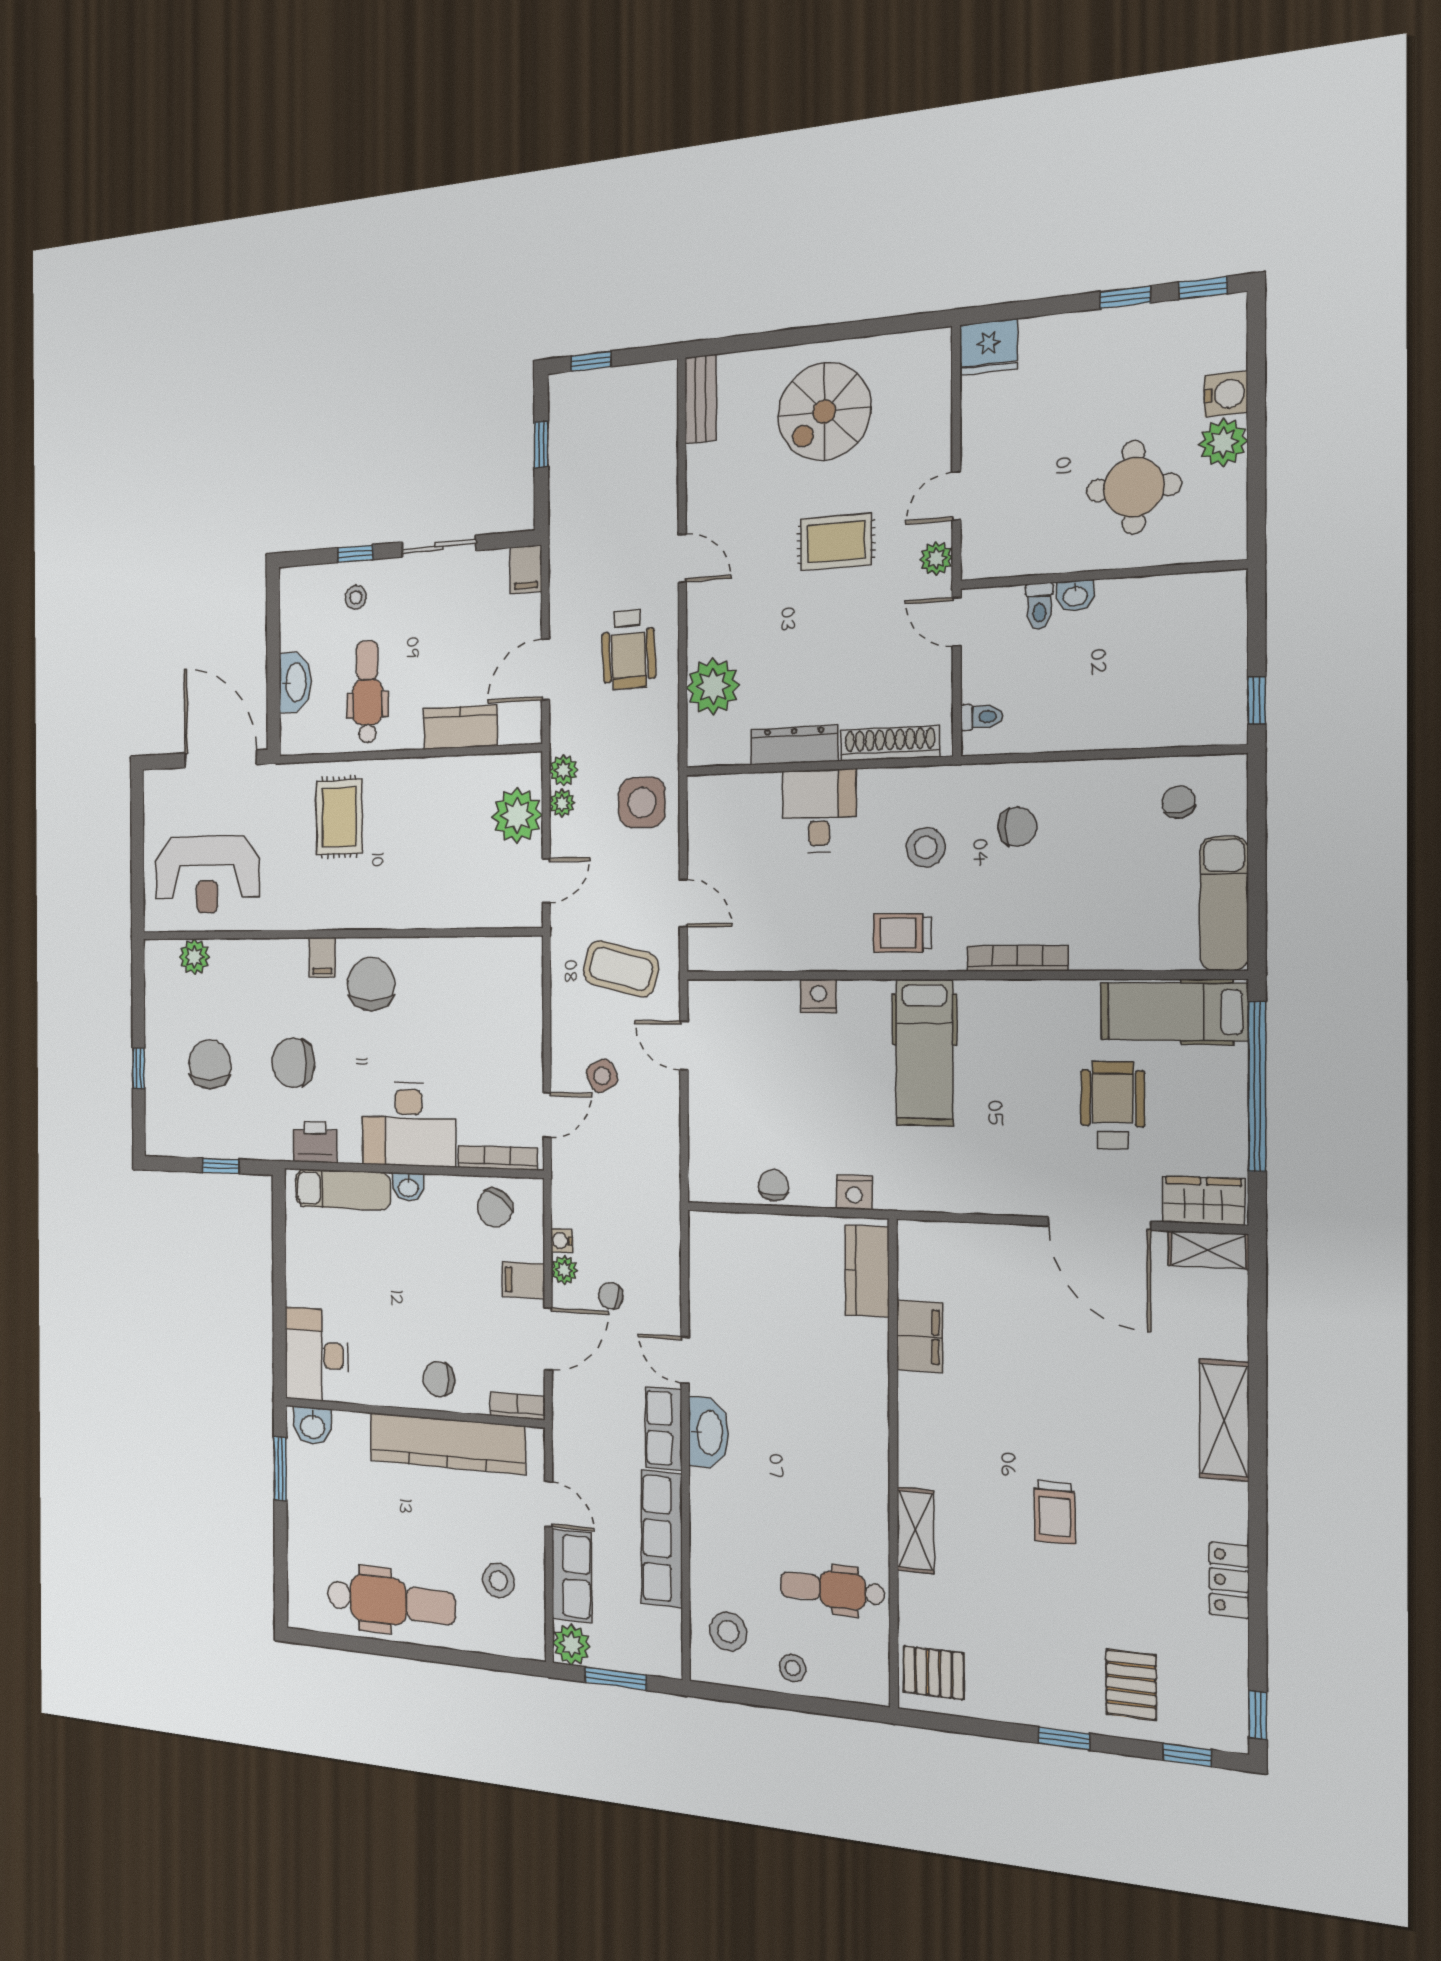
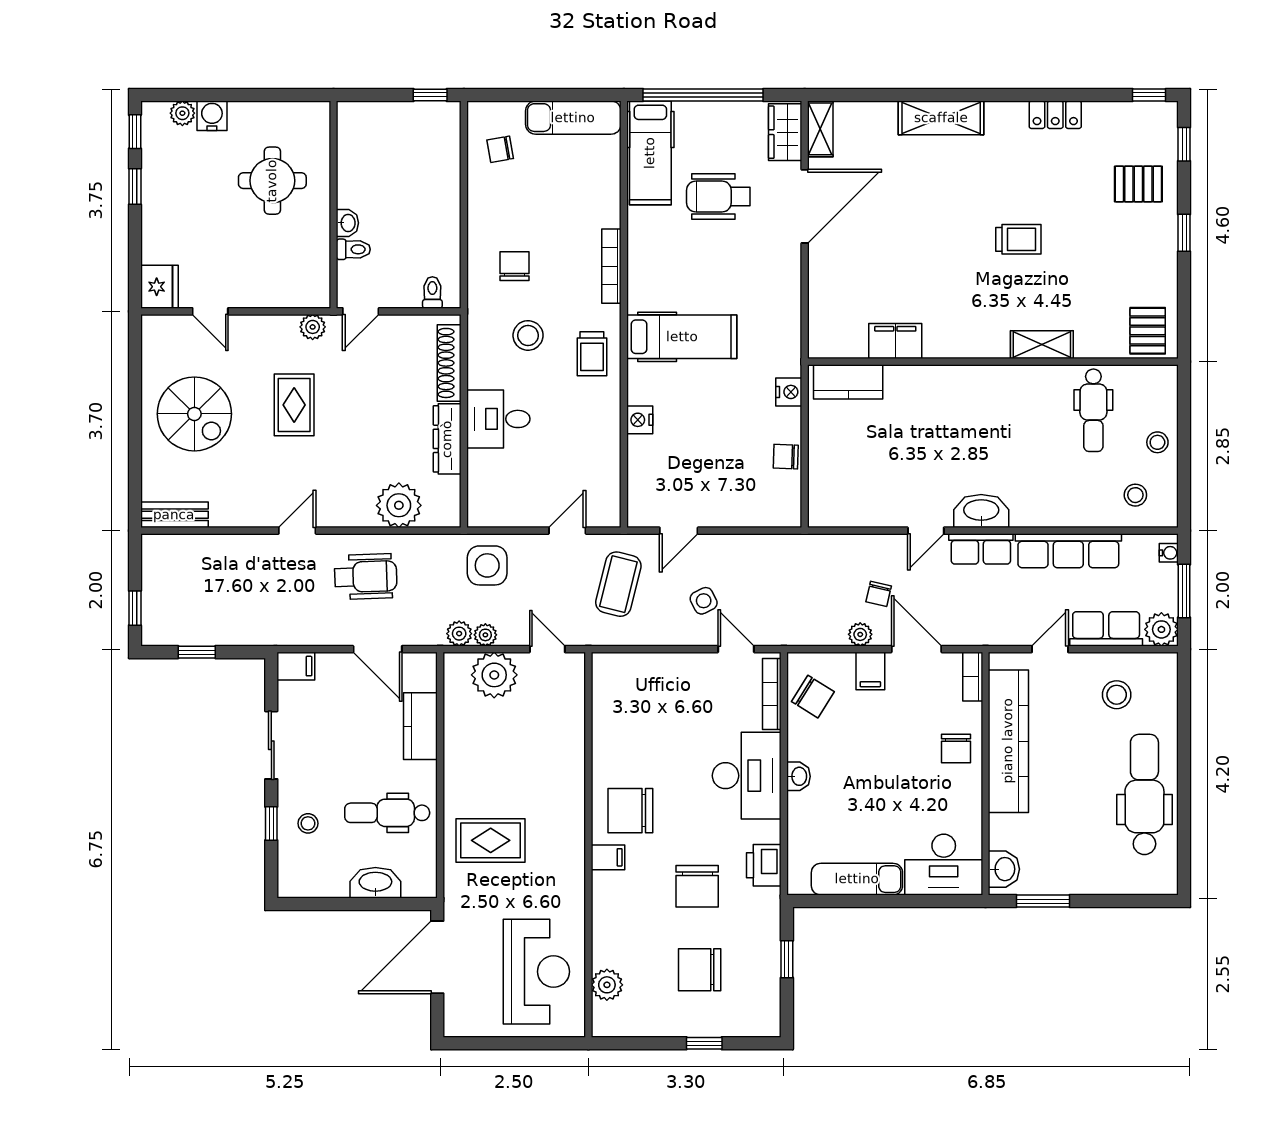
plant: (1223, 442) -> (182, 113), moved, width x0.73, depth x0.73
door: (956, 496) -> (210, 311), moved
exam couch: (343, 1189) -> (857, 879), moved, turned -90
water cooler: (562, 1241) -> (1169, 553), moved, turned -90
stool: (728, 1632) -> (1135, 495), width x0.73, depth x0.73

